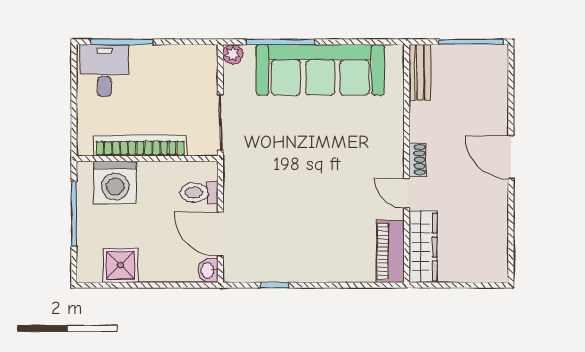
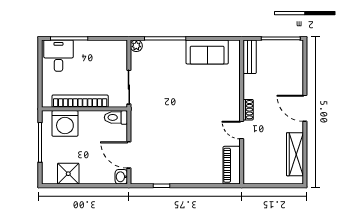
sofa: (320, 70) -> (207, 52), width x0.54, depth x0.79
toilet: (199, 192) -> (116, 117), moved
wardrobe: (423, 247) -> (295, 154), moved, turned 180

